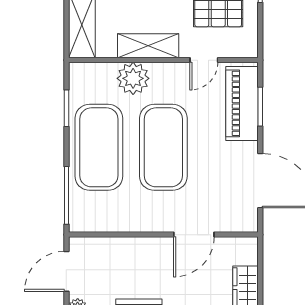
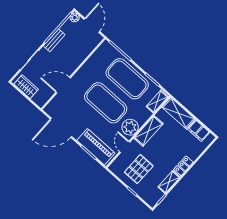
shelving: (93, 72) -> (157, 102), added
plant: (133, 78) -> (130, 127), moved
door: (194, 235) -> (63, 85), hinge flipped

